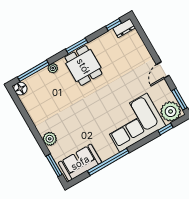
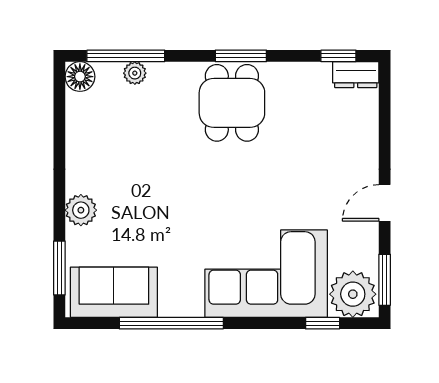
plant: (53, 68) -> (135, 73), moved

